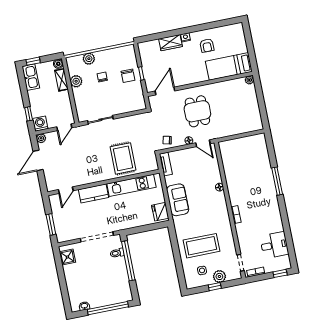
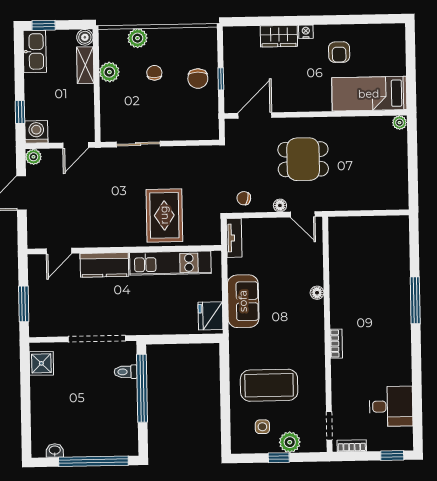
dining table: (197, 111) -> (303, 159), turned 90

